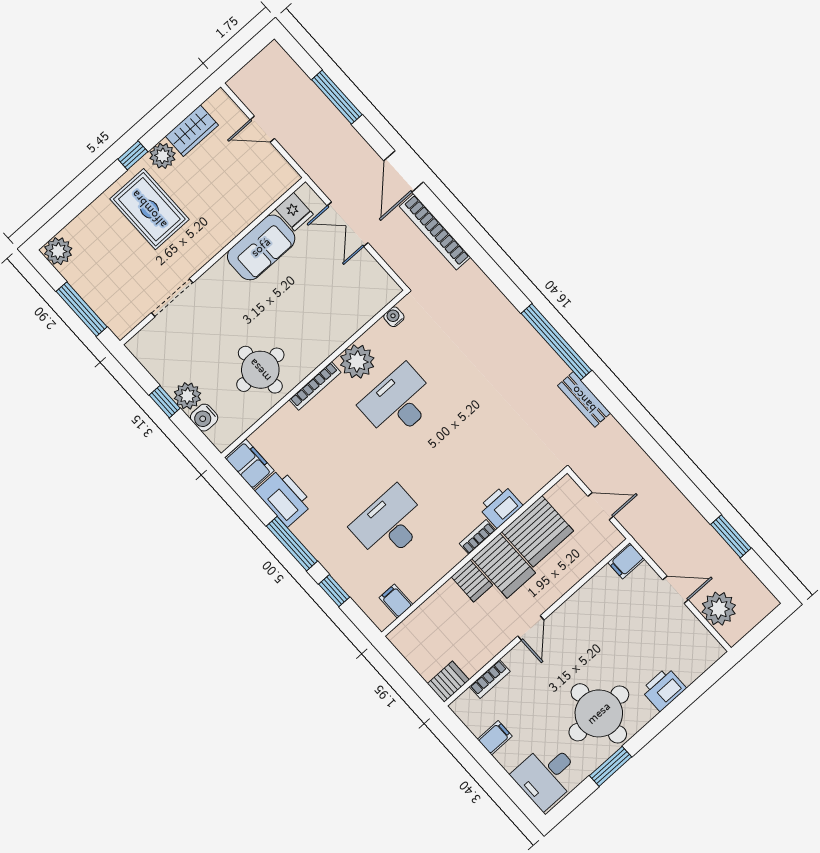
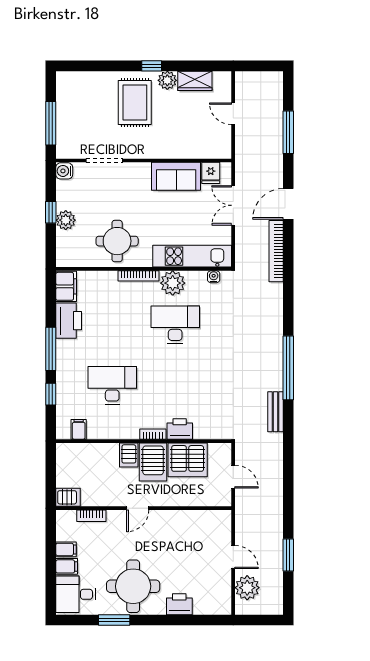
plant: (58, 251) -> (66, 81), removed
kitchen unit: (352, 315) -> (192, 256), added
water cooler: (204, 418) -> (64, 171), moved
filing cabinet: (626, 561) -> (67, 566), moved, turned 180

